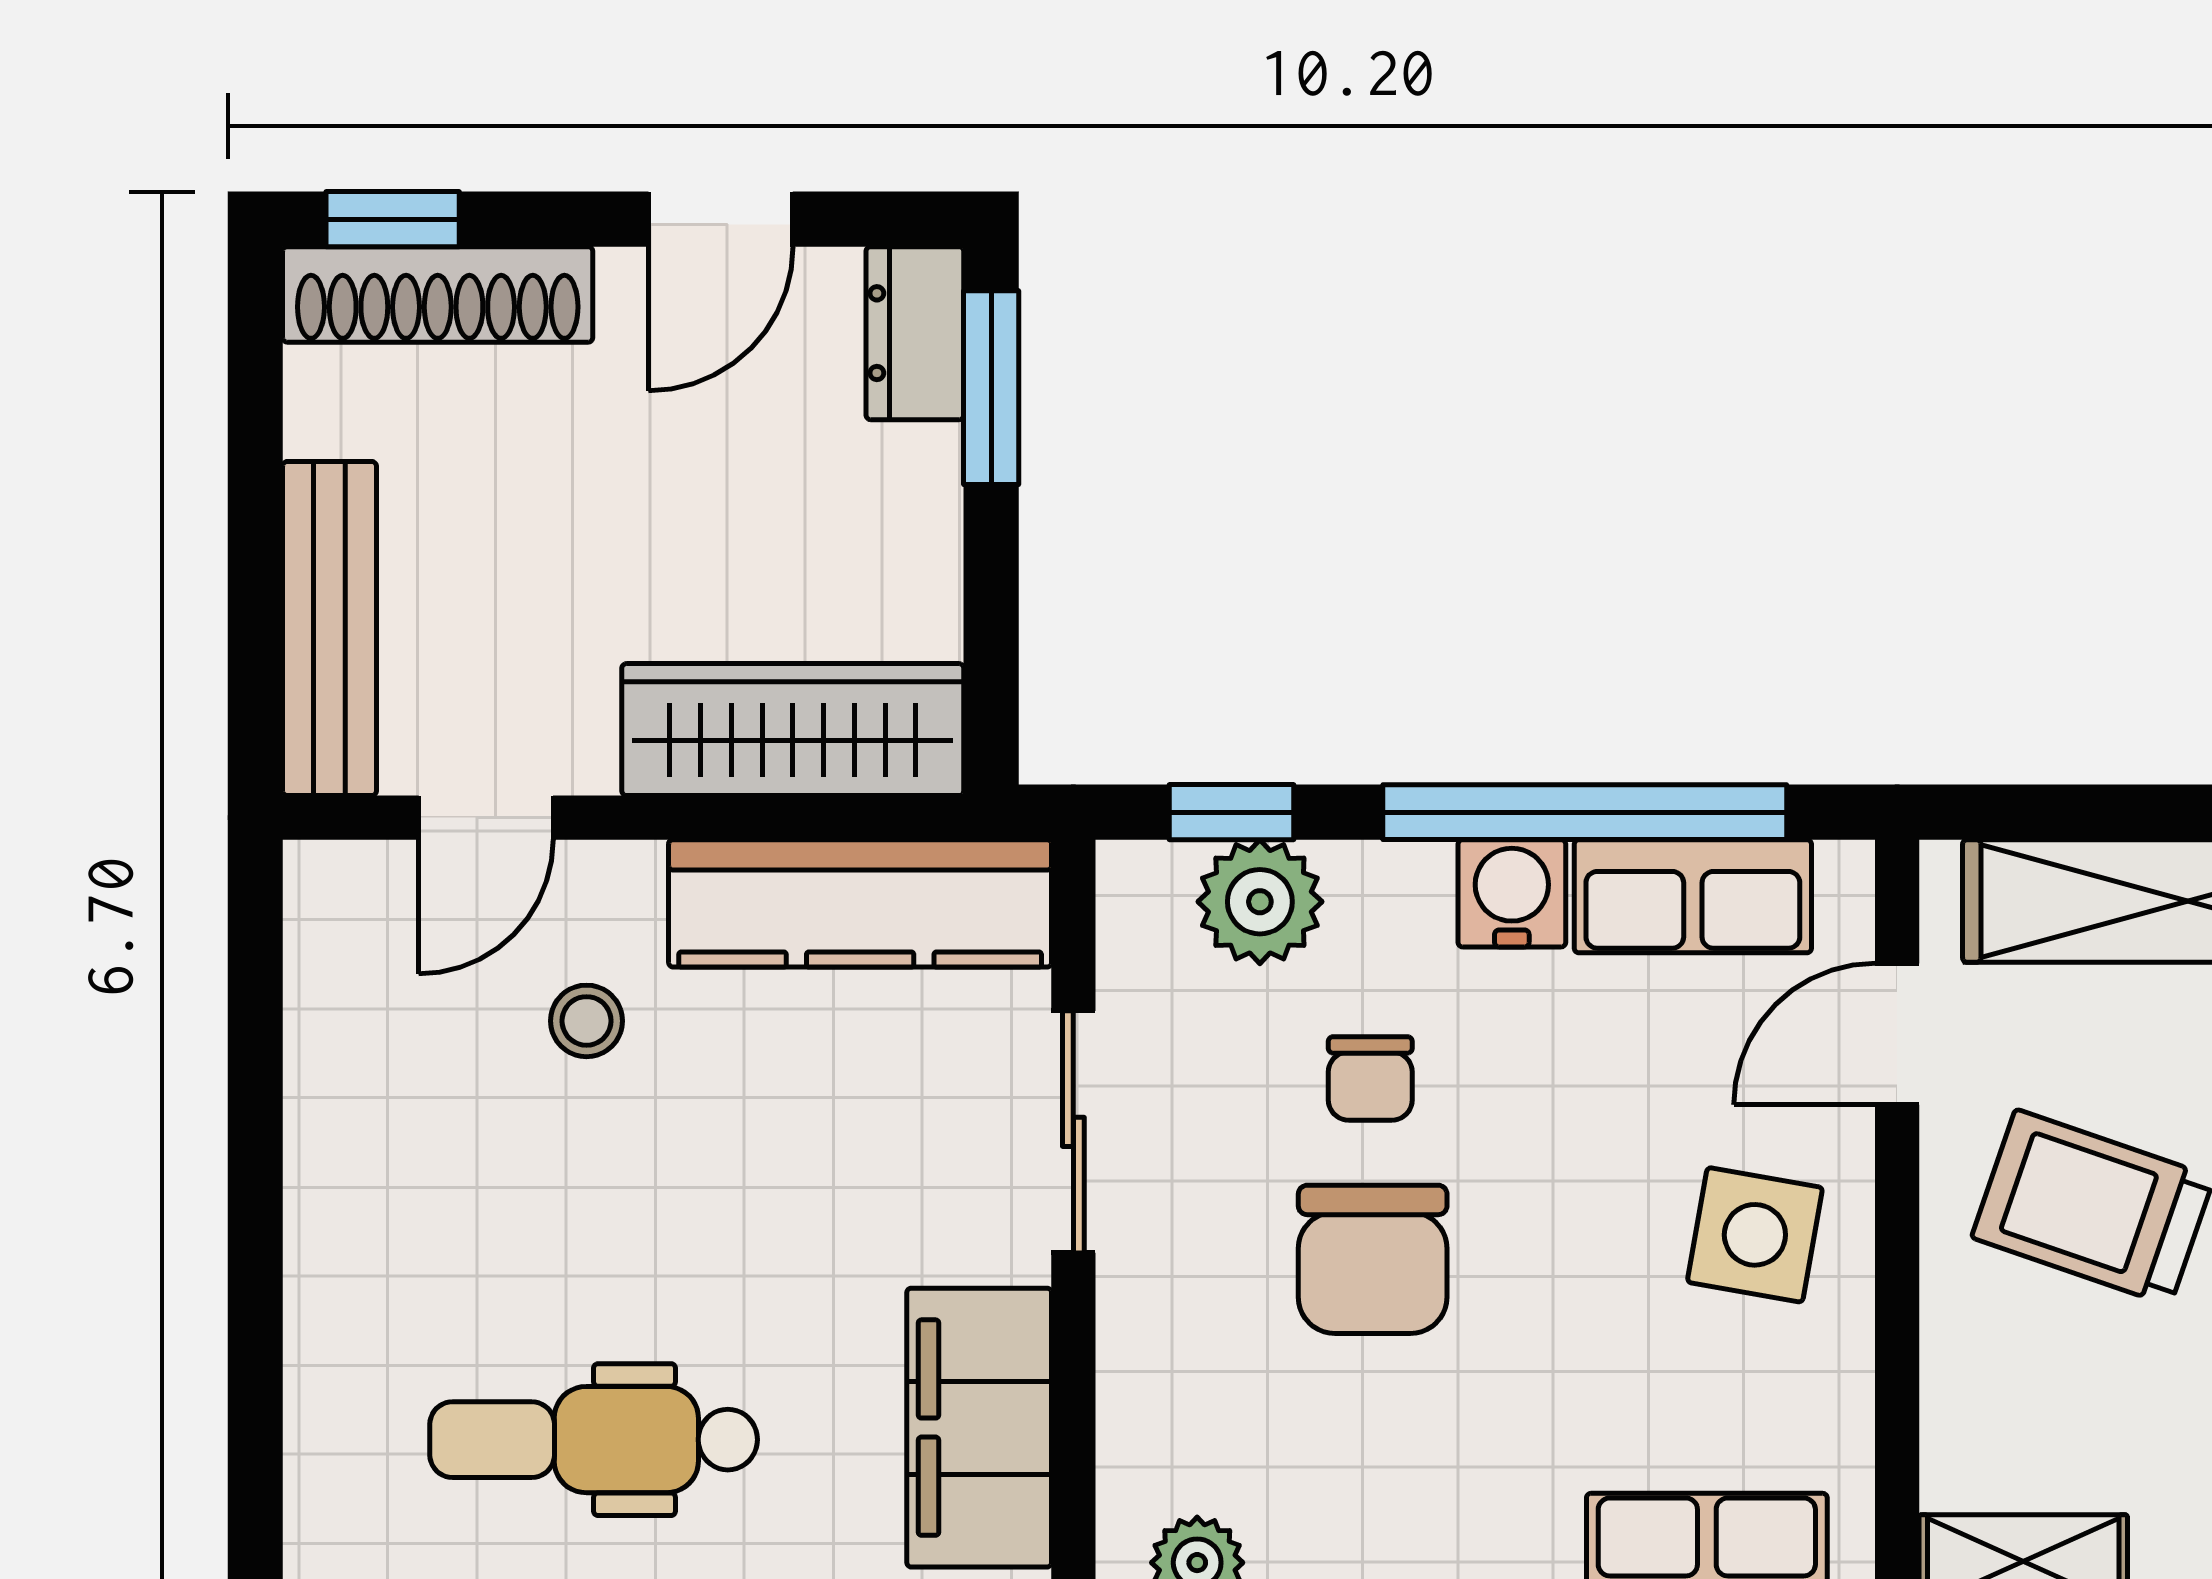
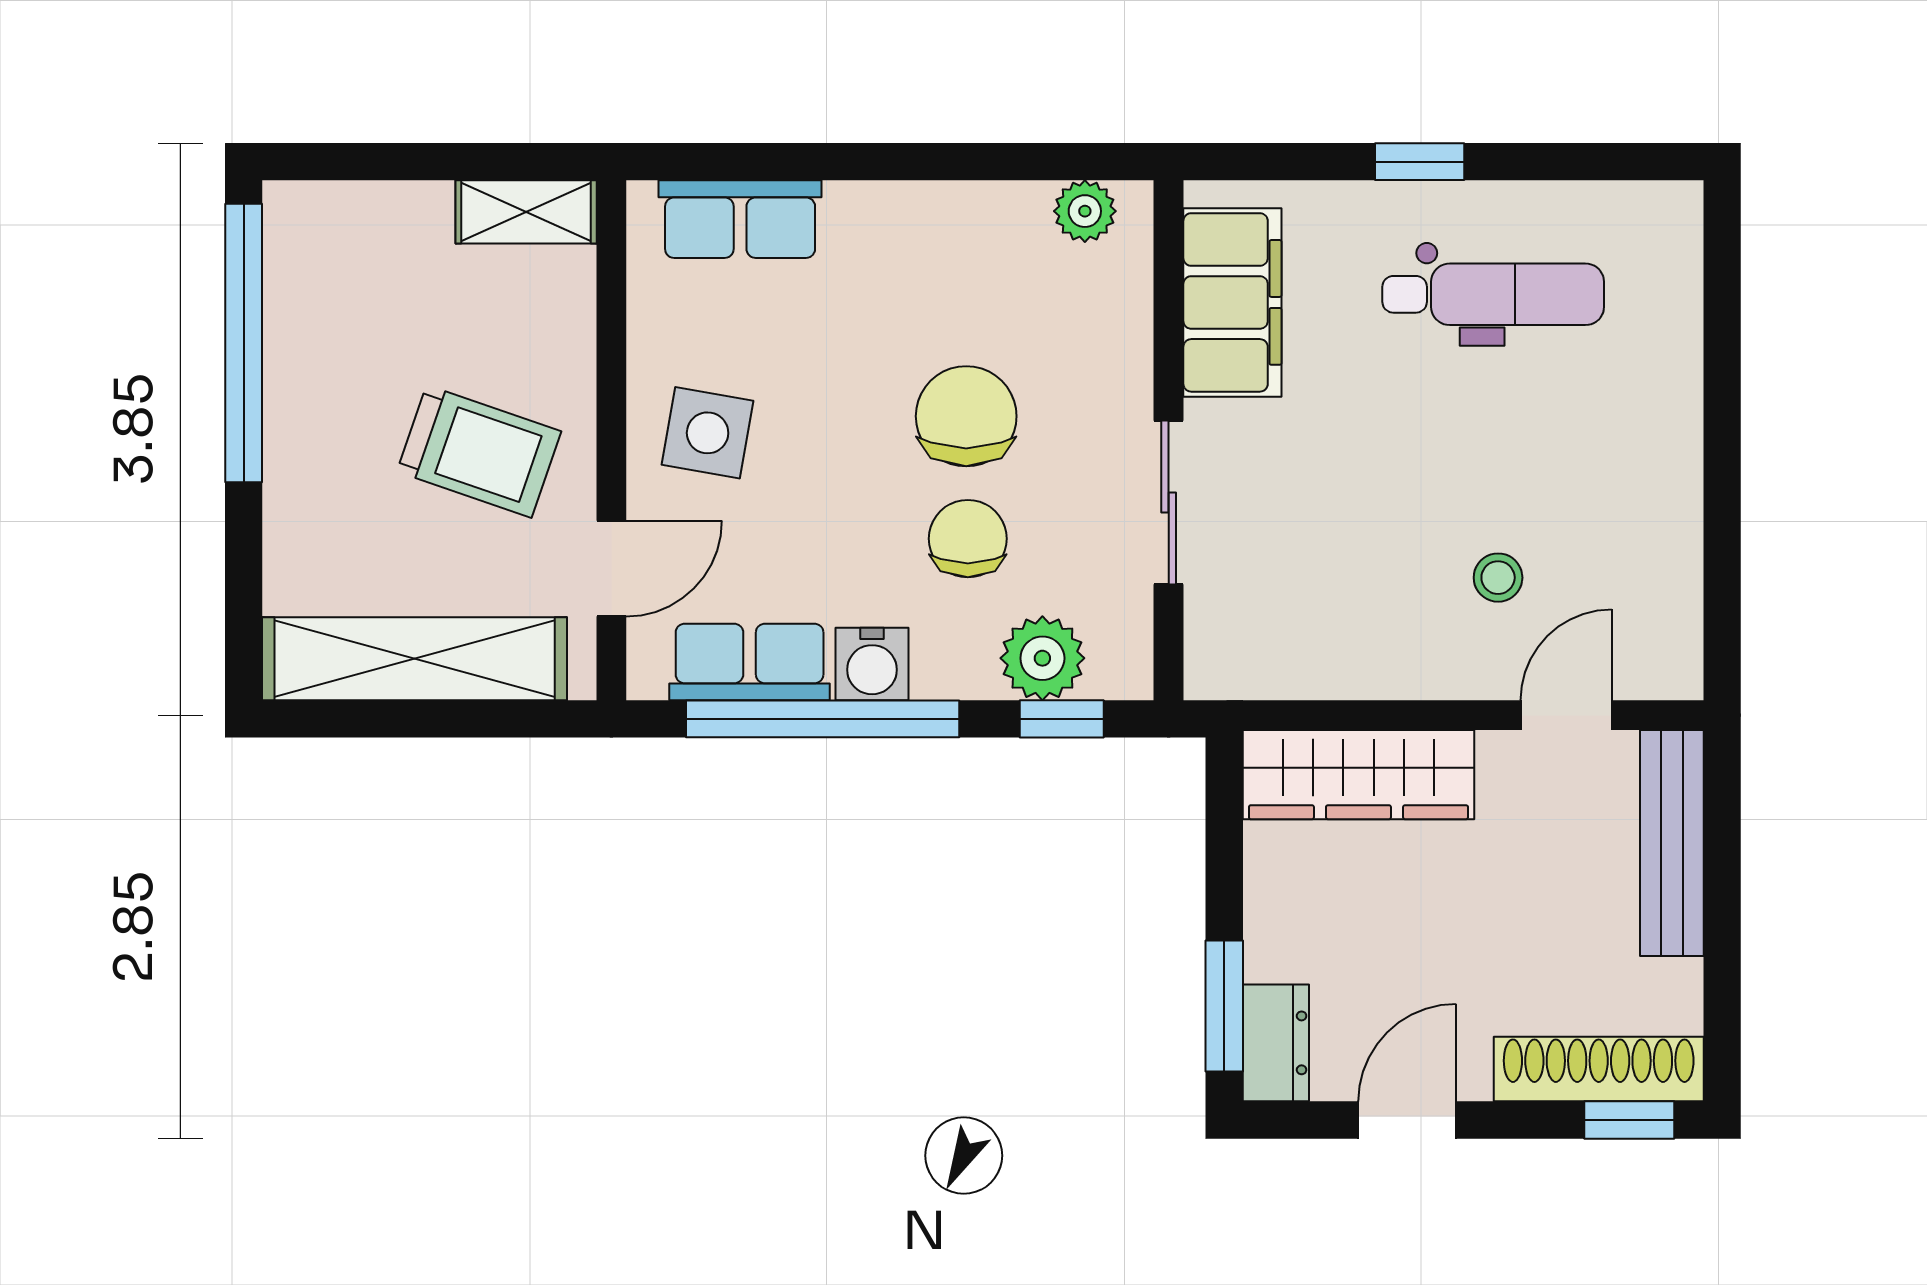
kitchen counter: (860, 903) -> (1313, 657), removed
chair: (1370, 1078) -> (968, 539), width x1.37, depth x1.37

